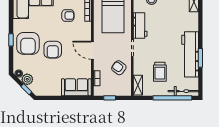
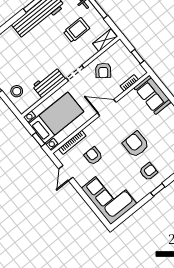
armchair: (28, 43) -> (148, 172), width x0.53, depth x0.53
armchair: (53, 50) -> (136, 144), turned -90
door: (92, 50) -> (107, 108), swing flipped

